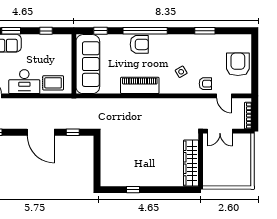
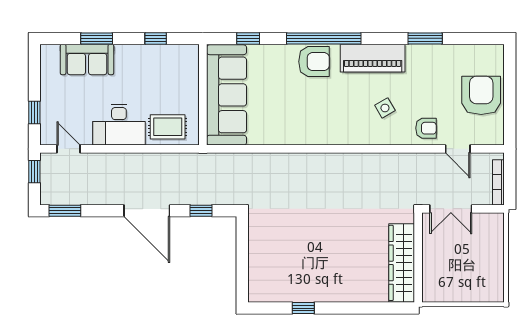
piano: (140, 85) -> (373, 58), moved, turned 180

